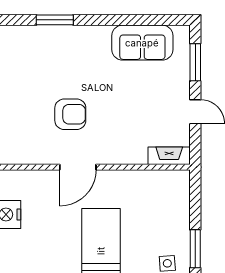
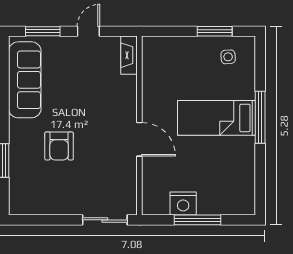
sofa: (142, 43) -> (25, 80), width x1.36
armchair: (70, 114) -> (59, 146), moved, turned 180

